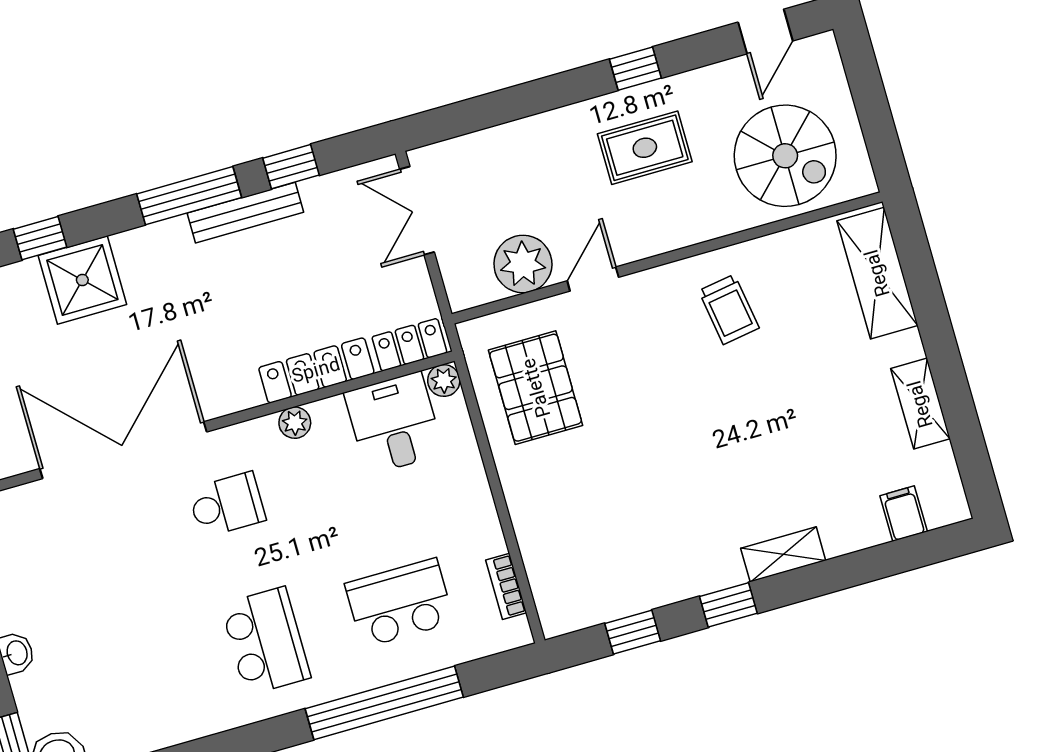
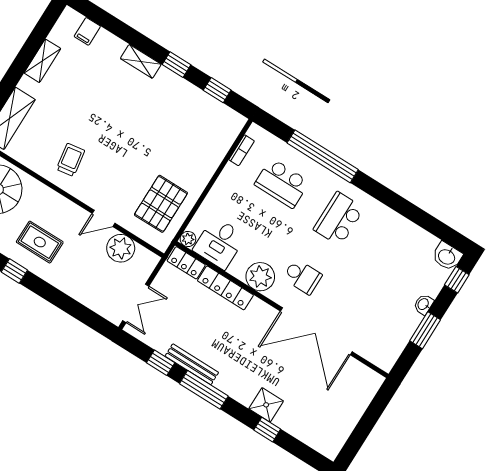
shower: (82, 280) -> (266, 405), width x0.73, depth x0.73
plant: (295, 423) -> (260, 277), width x1.87, depth x1.87
school desk: (227, 505) -> (302, 277), turned 180

